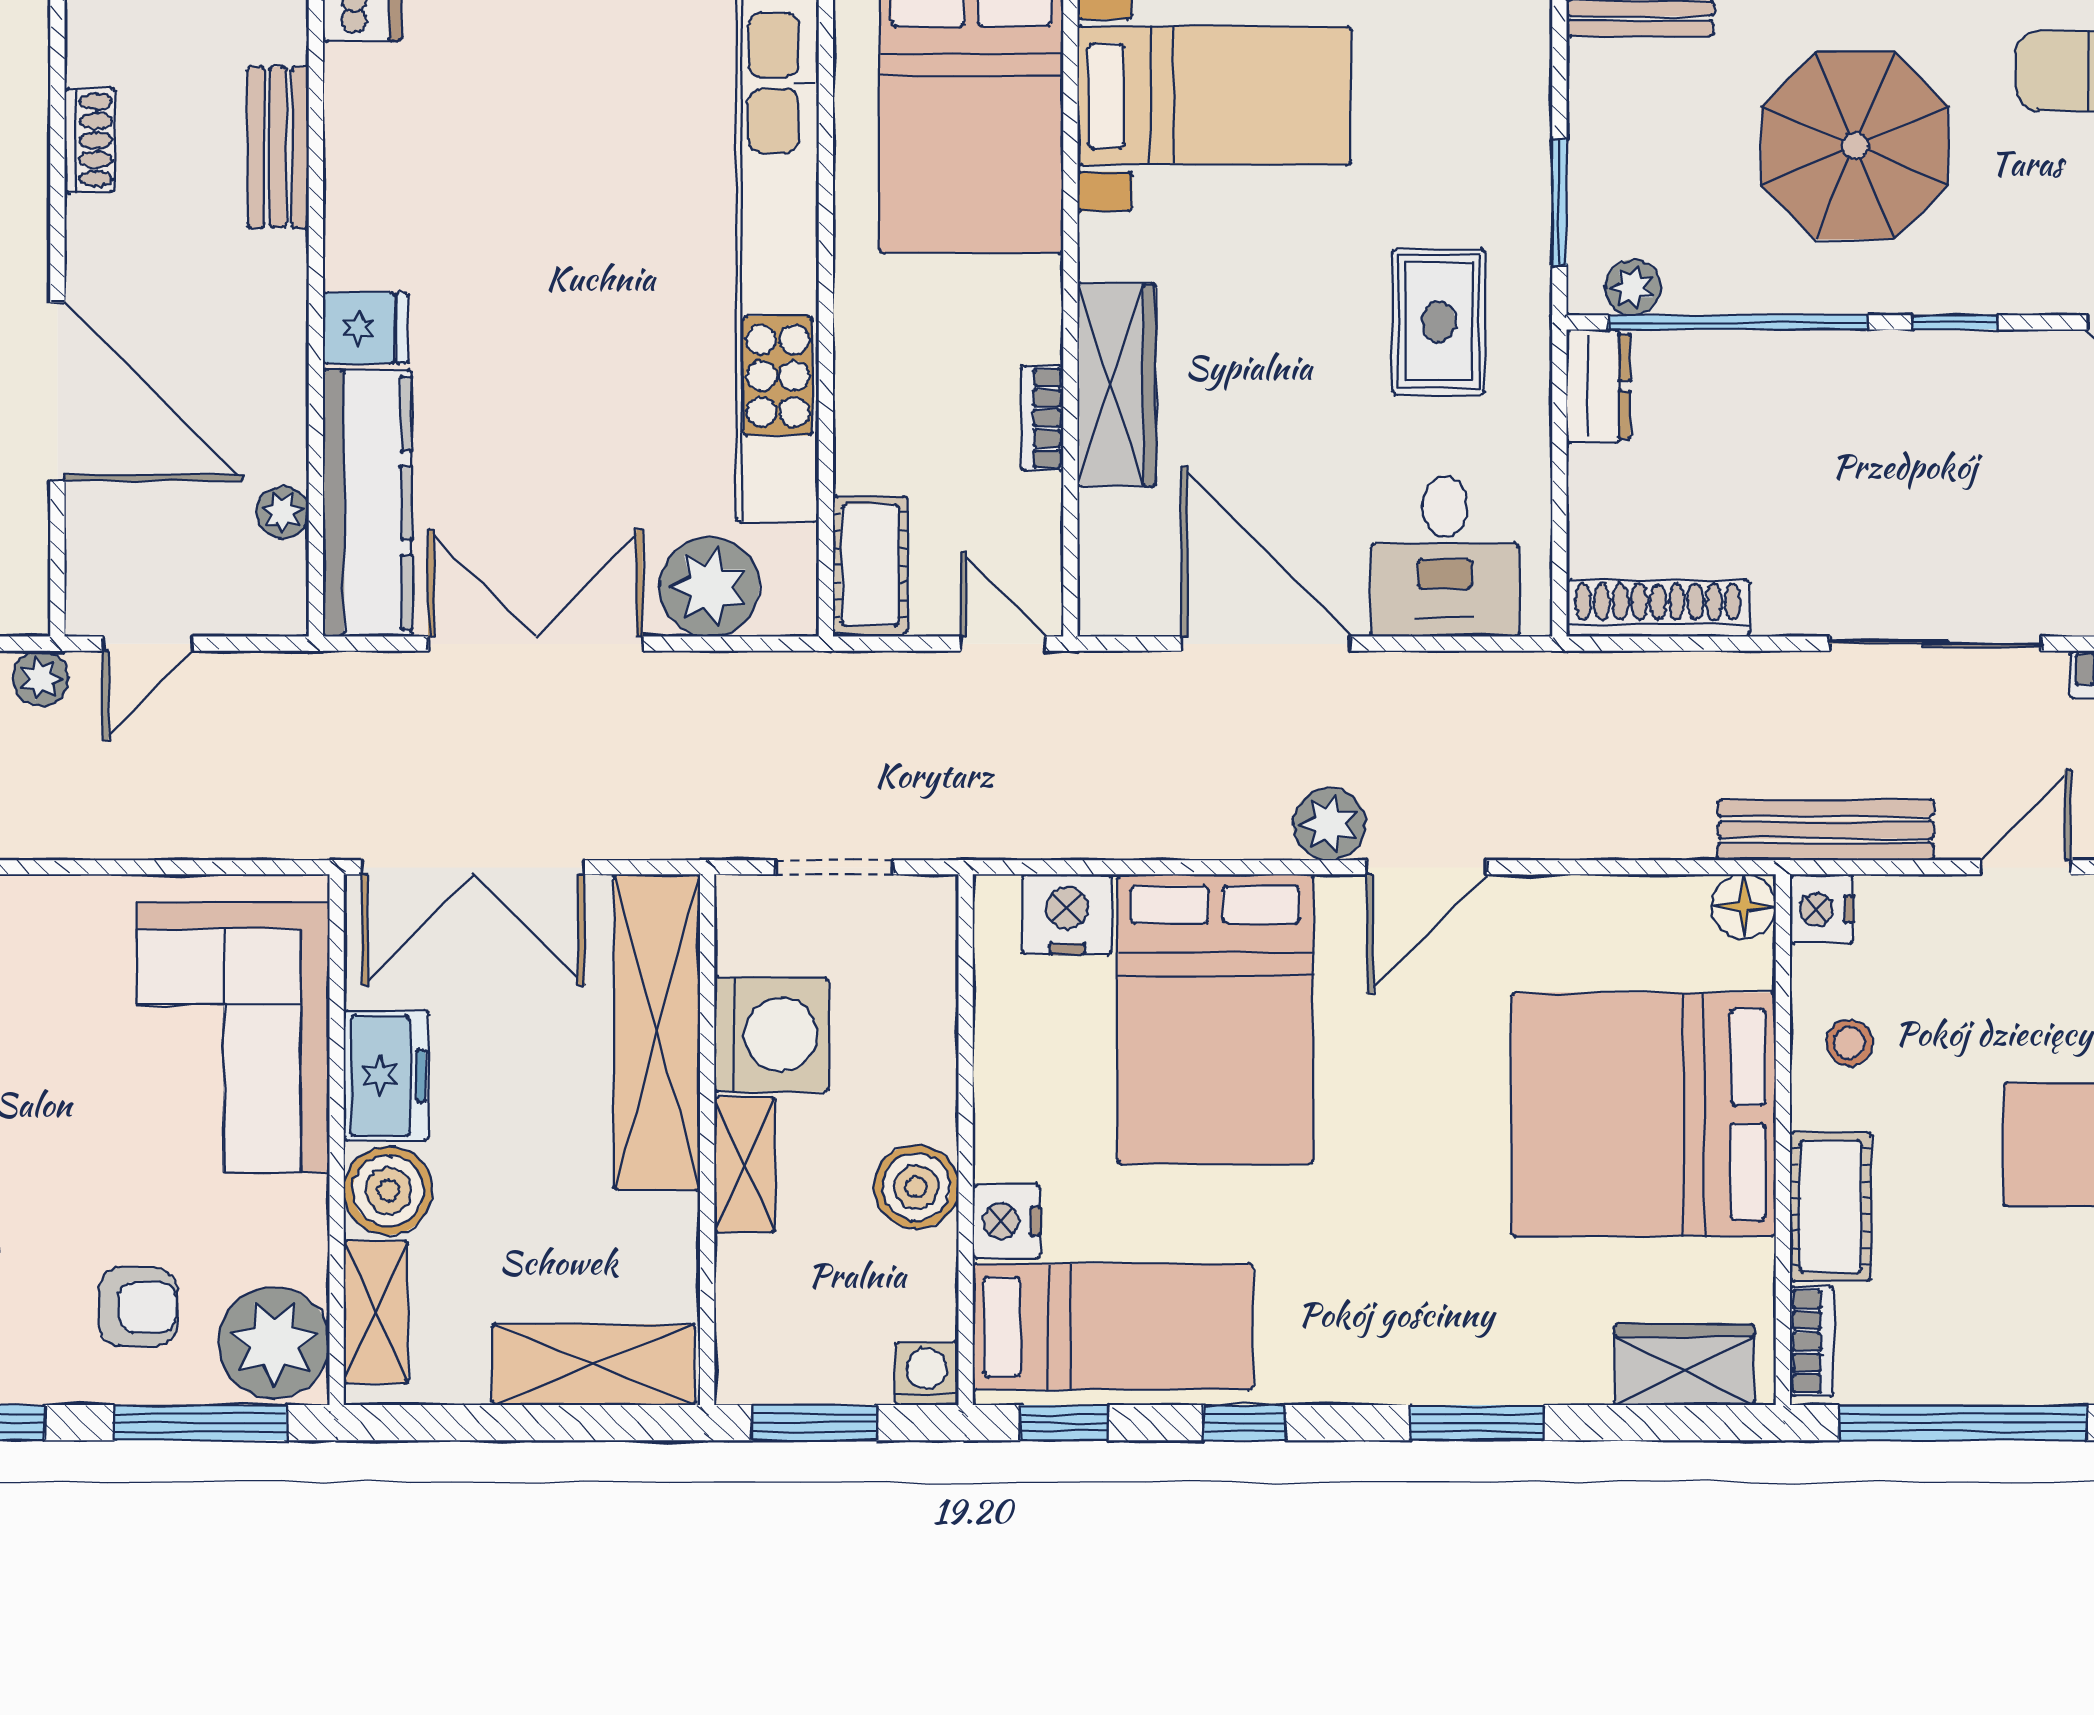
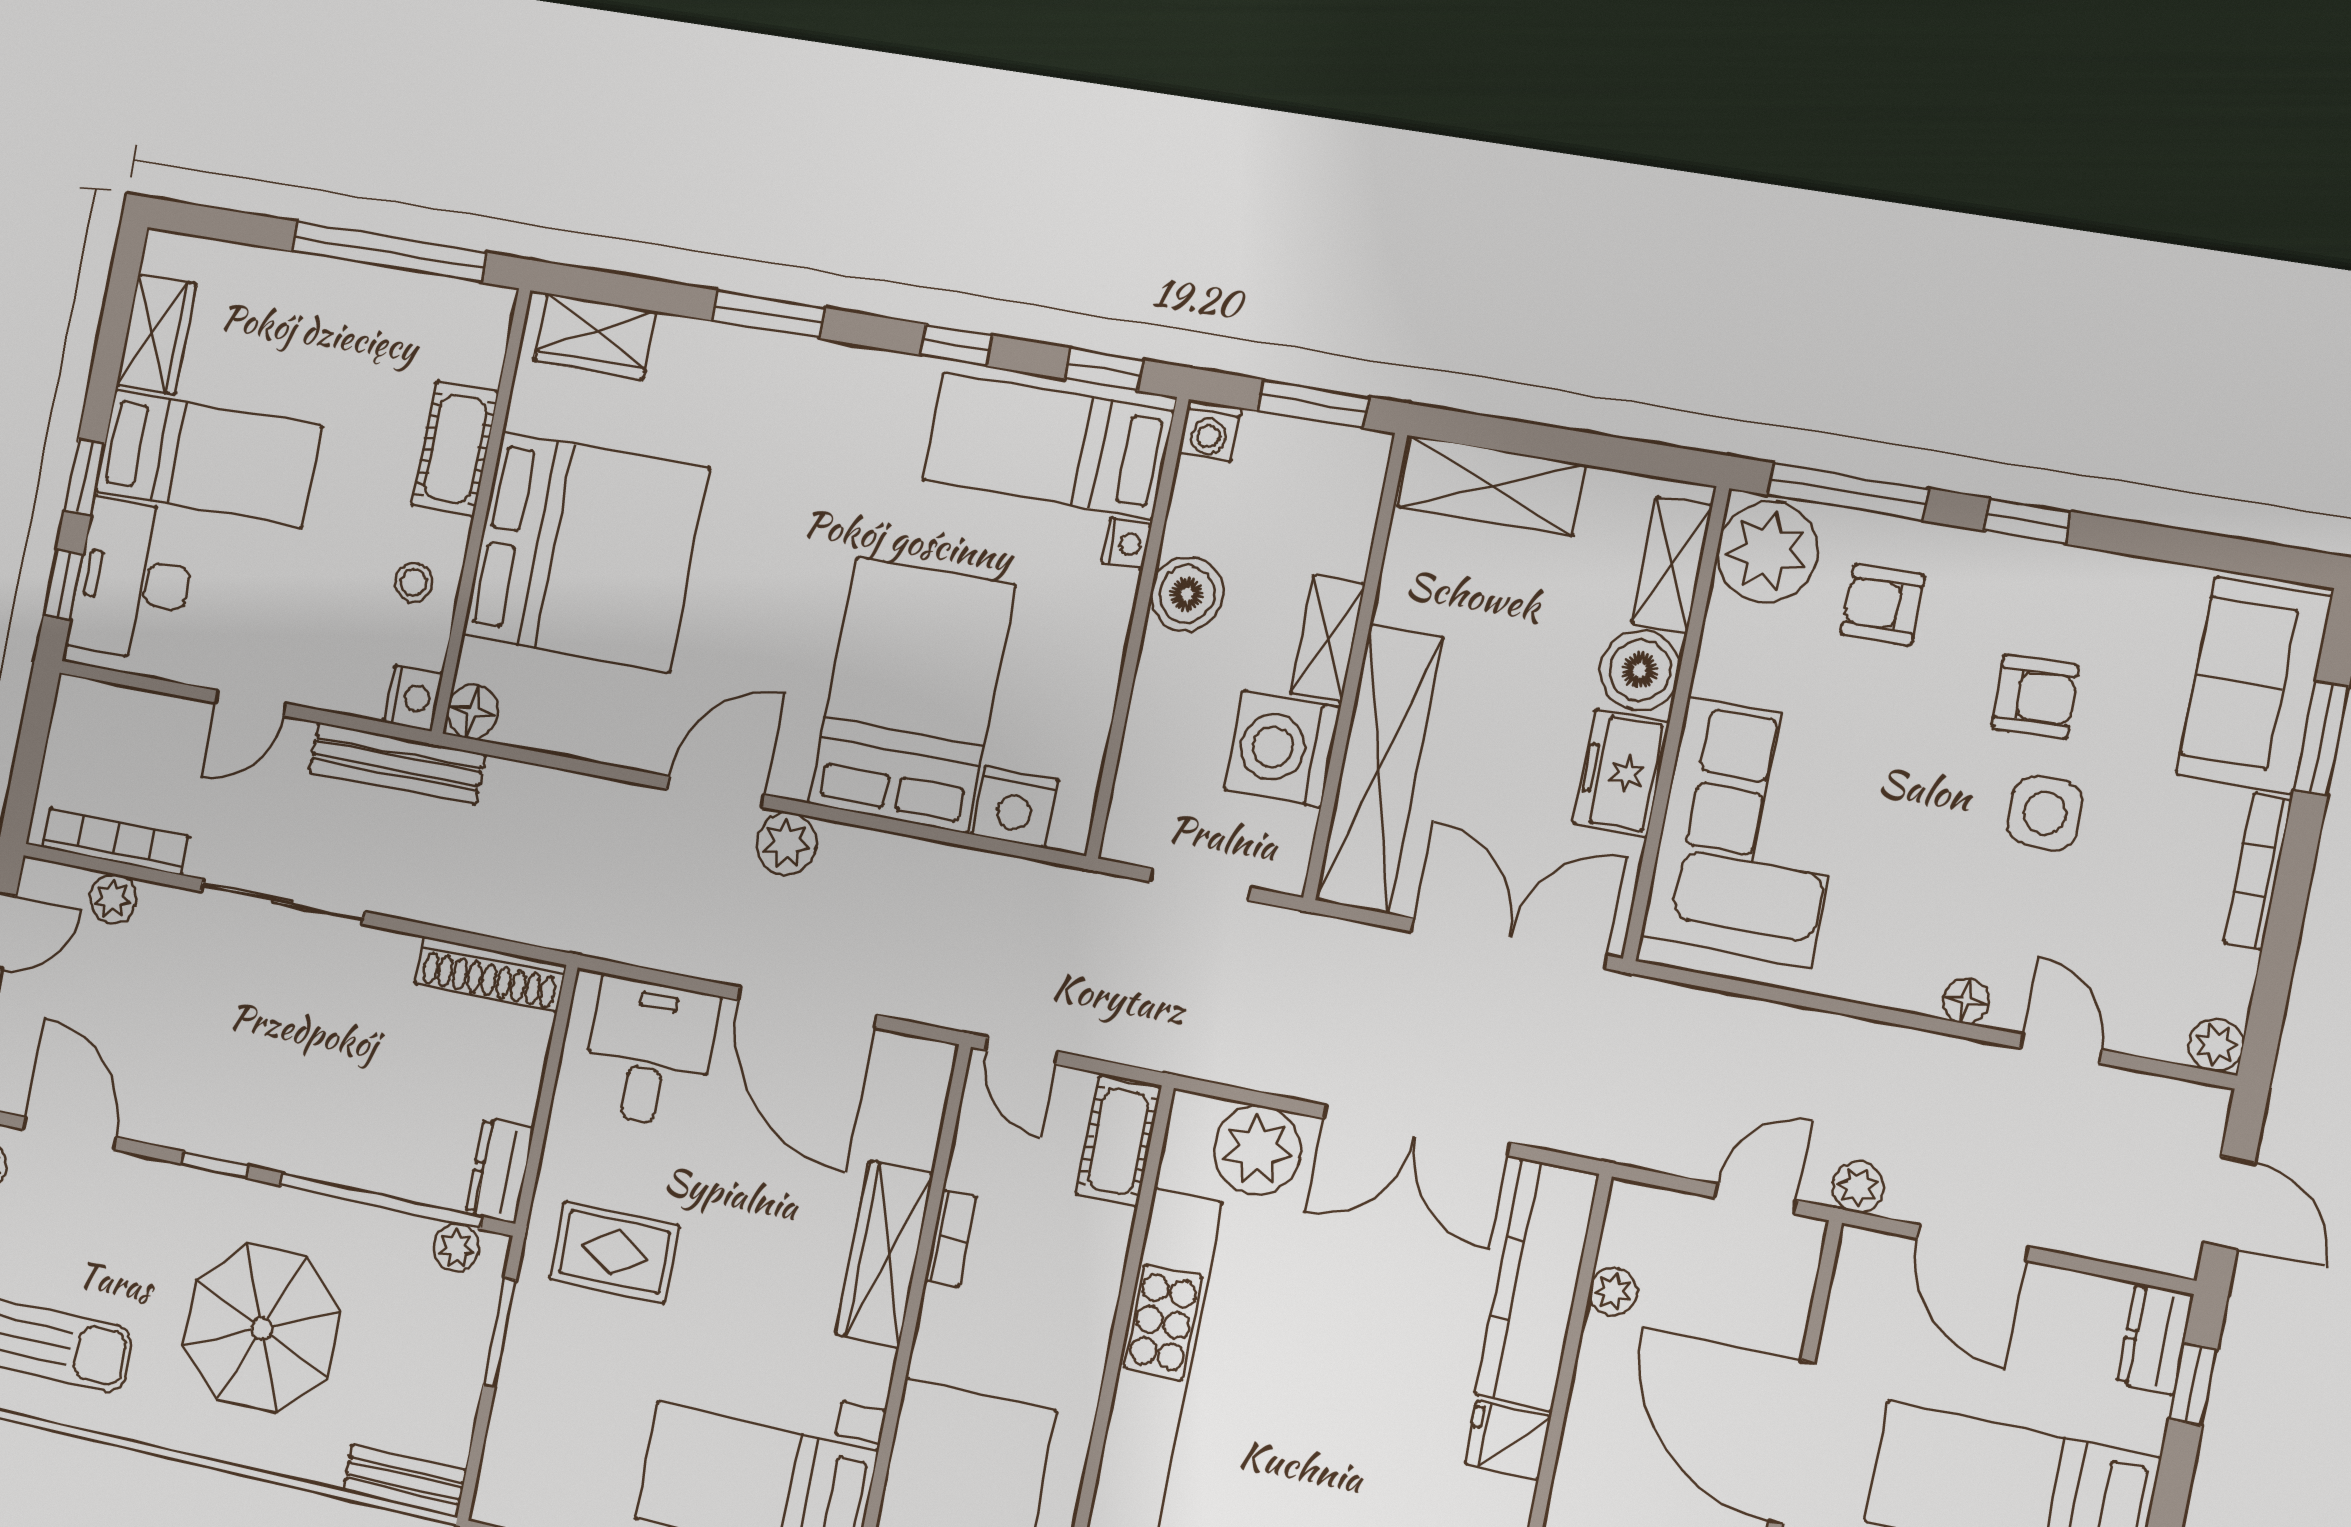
rug: (1439, 322) -> (615, 1252), turned 90
nightstand: (1006, 1221) -> (1127, 544), width x0.72, depth x0.74
bookcase: (1812, 1341) -> (492, 339), removed

